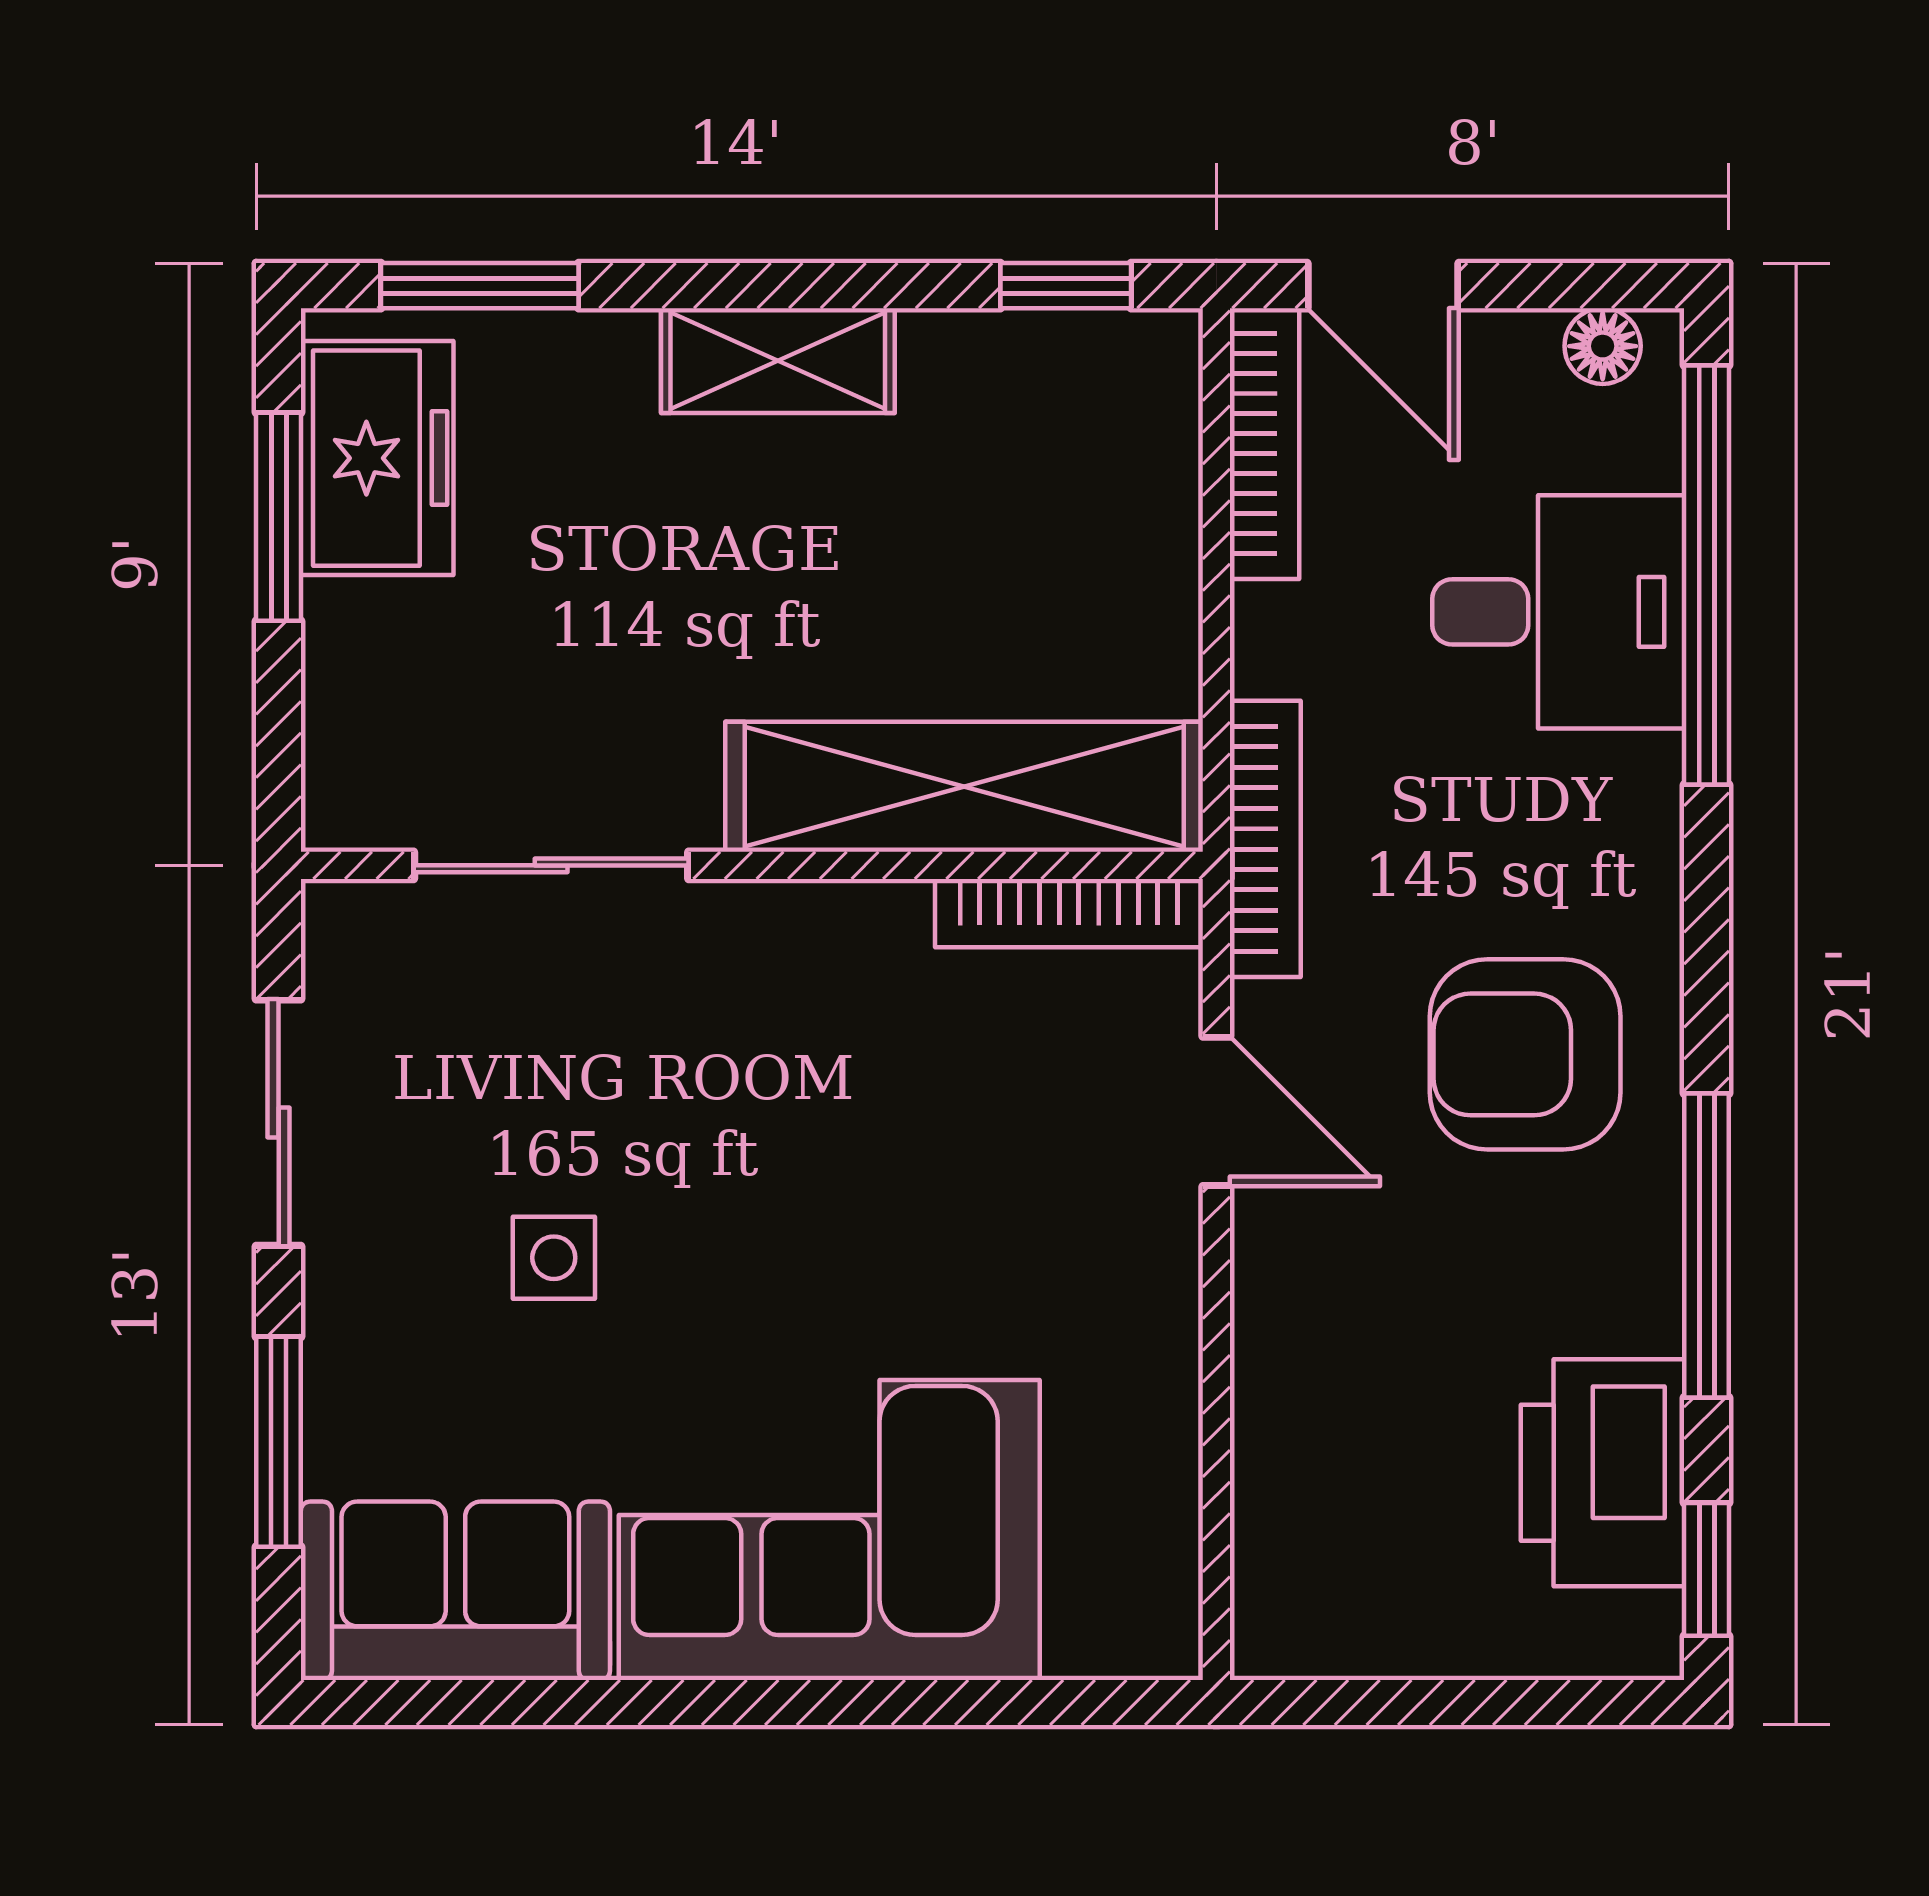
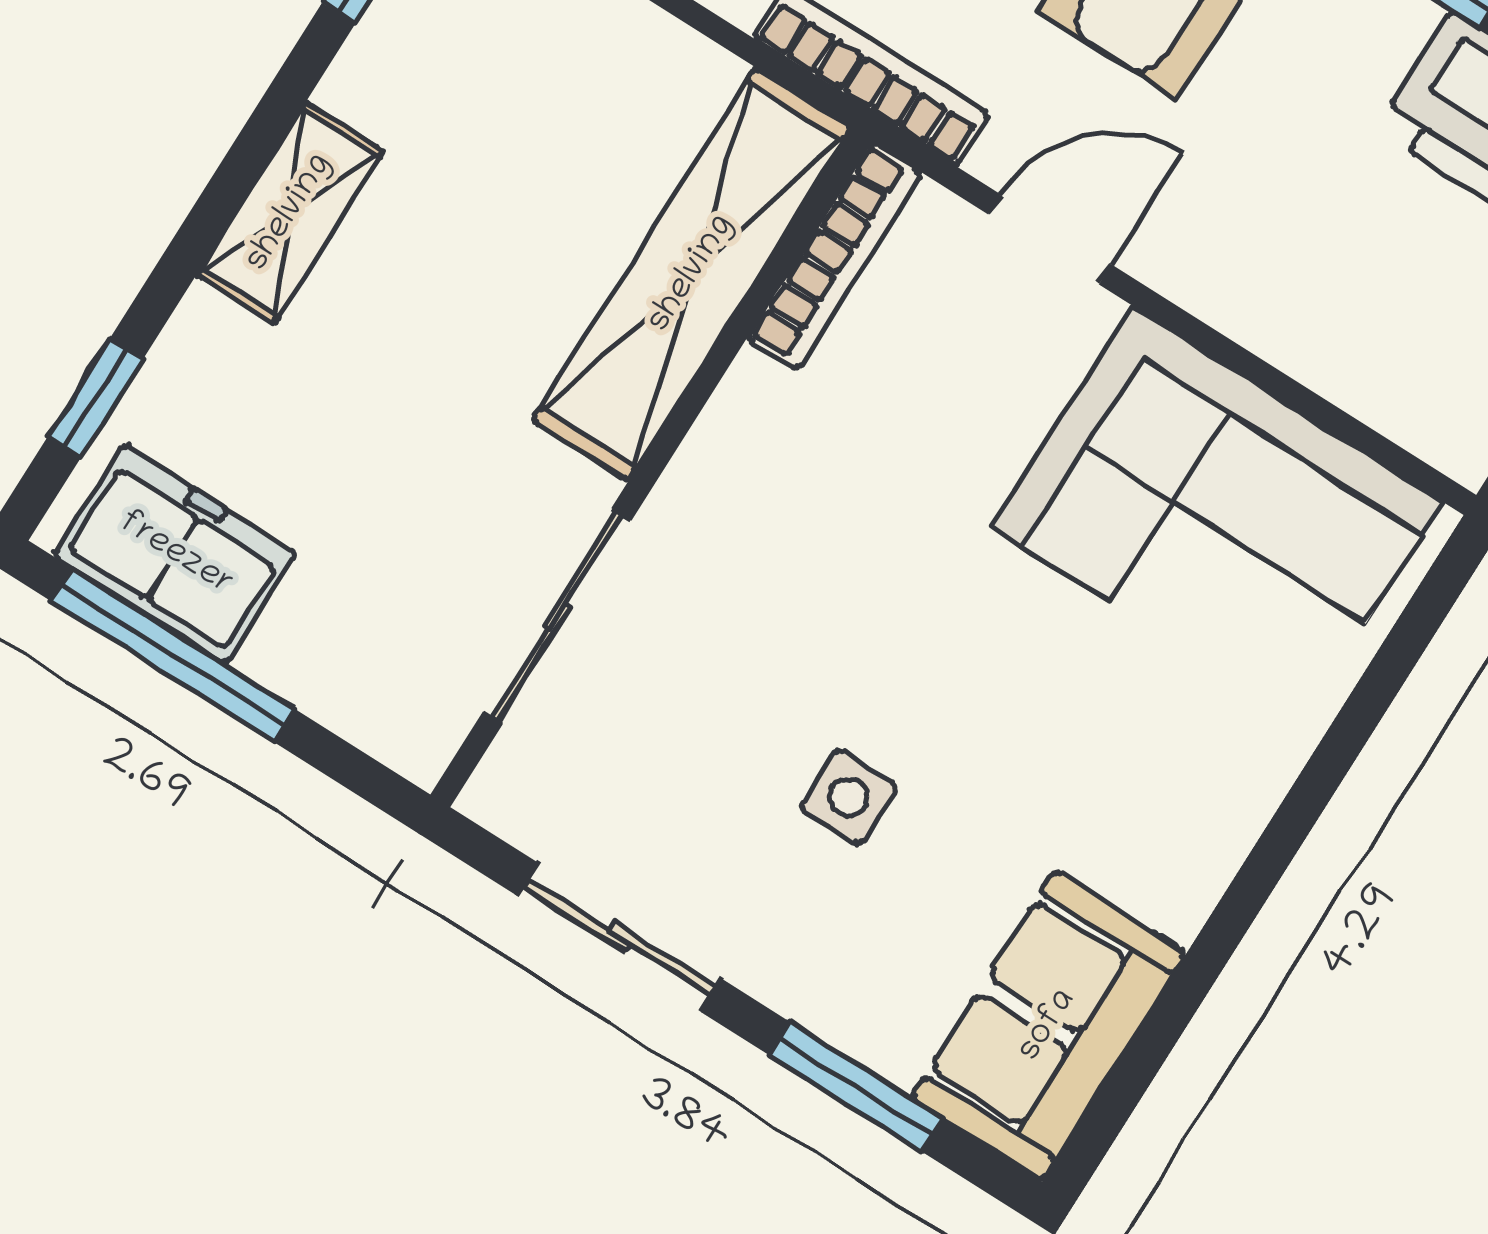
window: (480, 286) -> (95, 398), width x0.67
window: (279, 517) -> (172, 655), width x1.44
corner sofa: (829, 1530) -> (1217, 514), moved, turned -90

